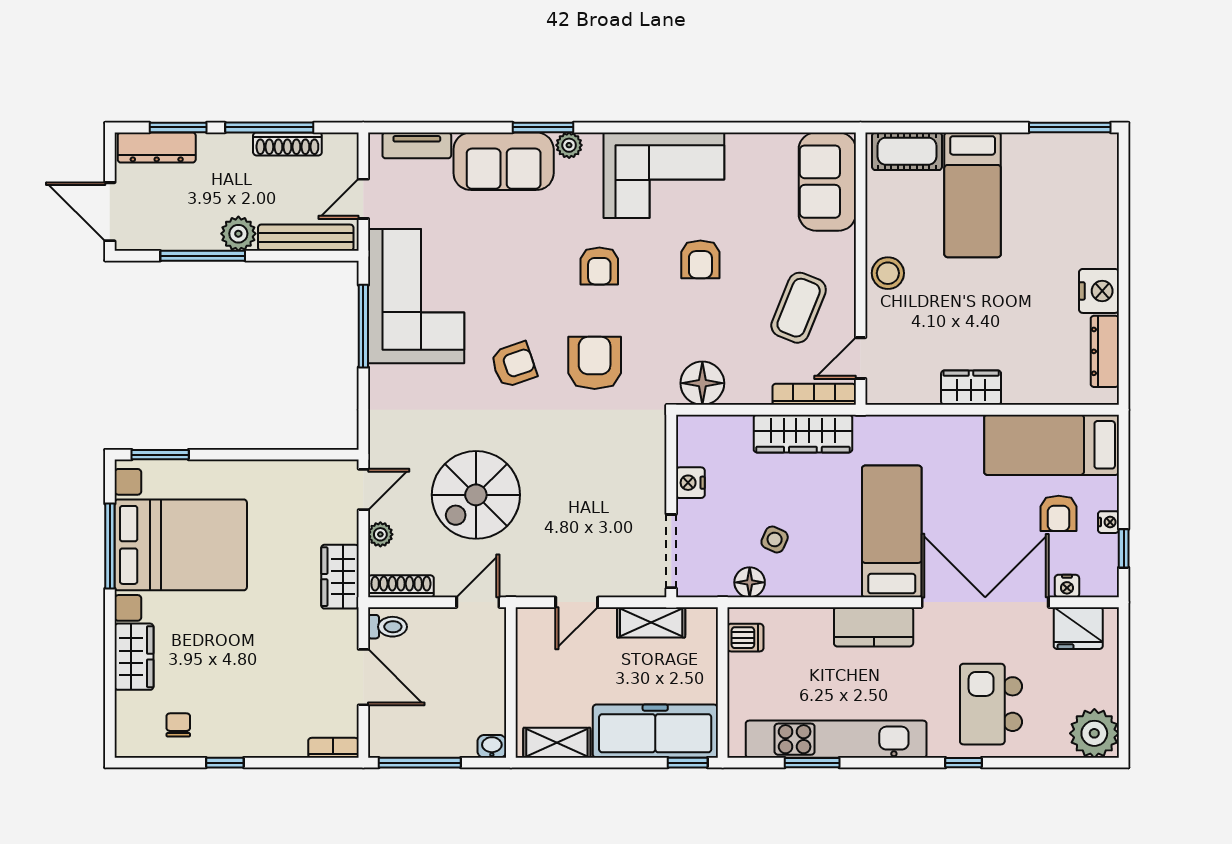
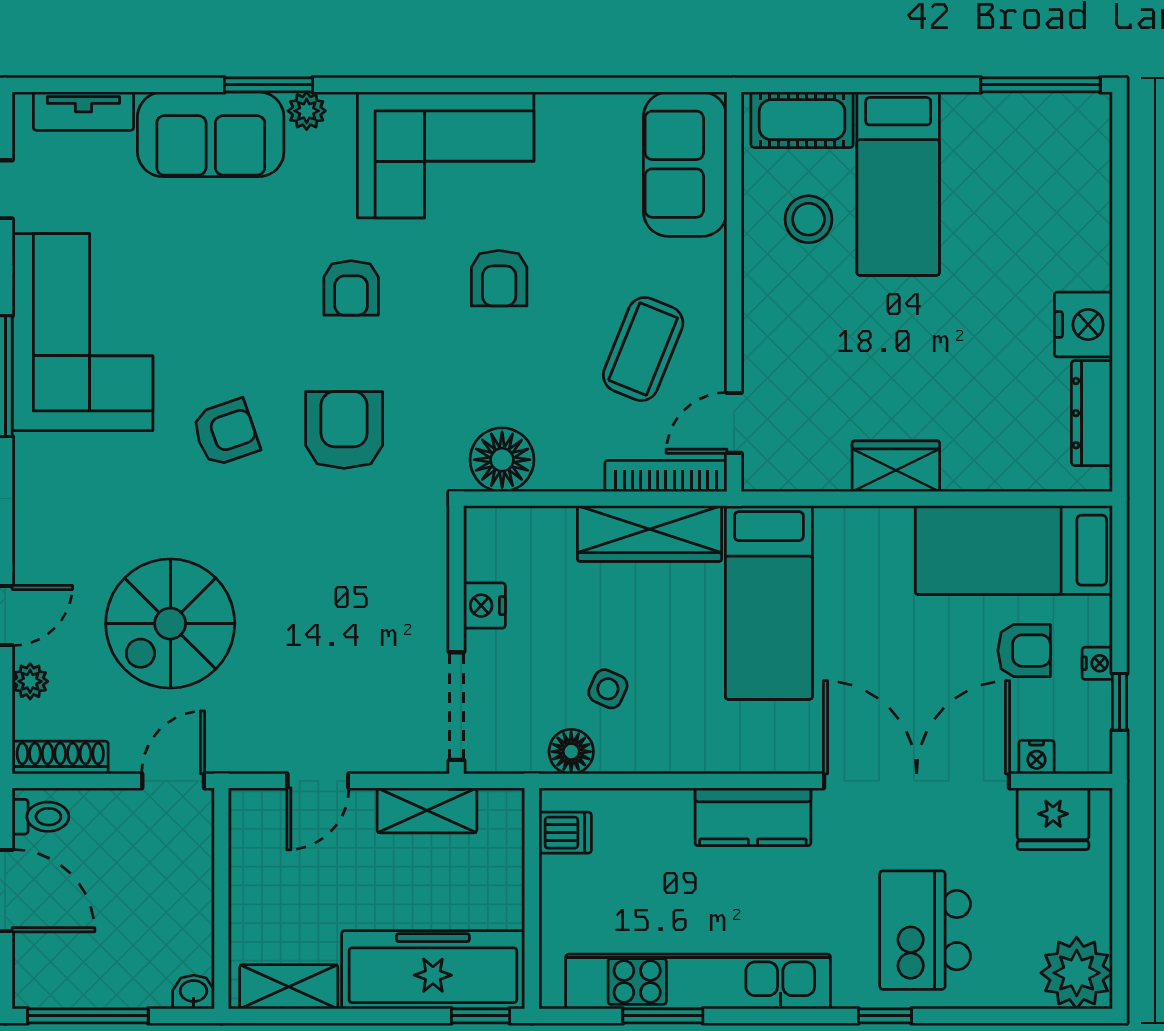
stool: (888, 273) -> (809, 219), moved
armchair: (1059, 513) -> (1024, 651), turned -90
bed: (892, 531) -> (769, 603), moved, turned 180

